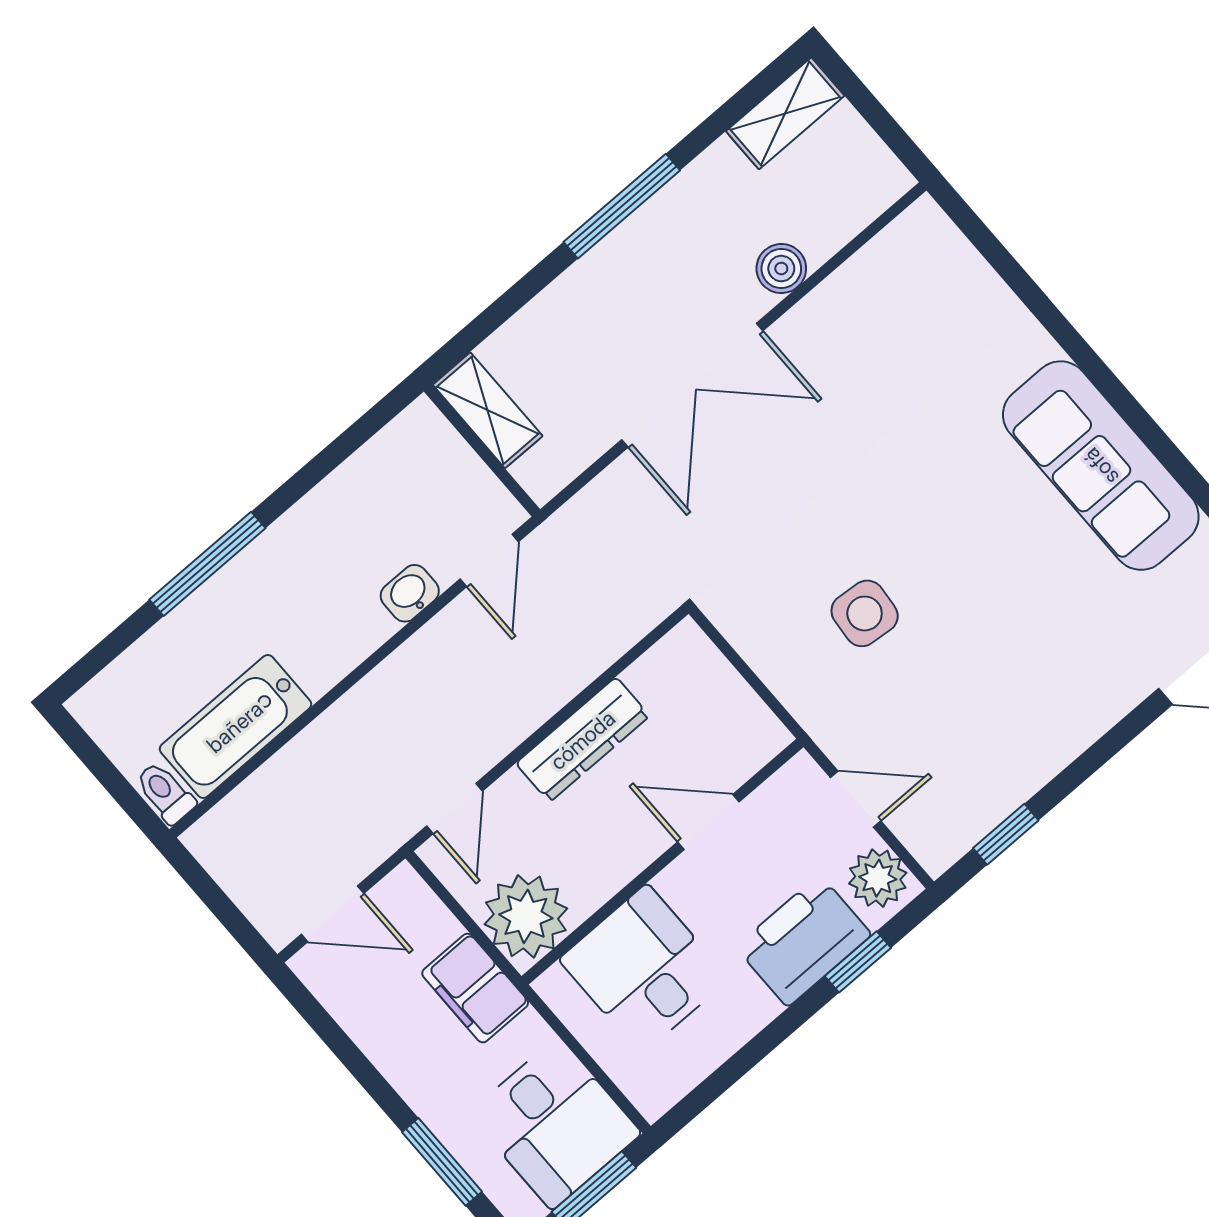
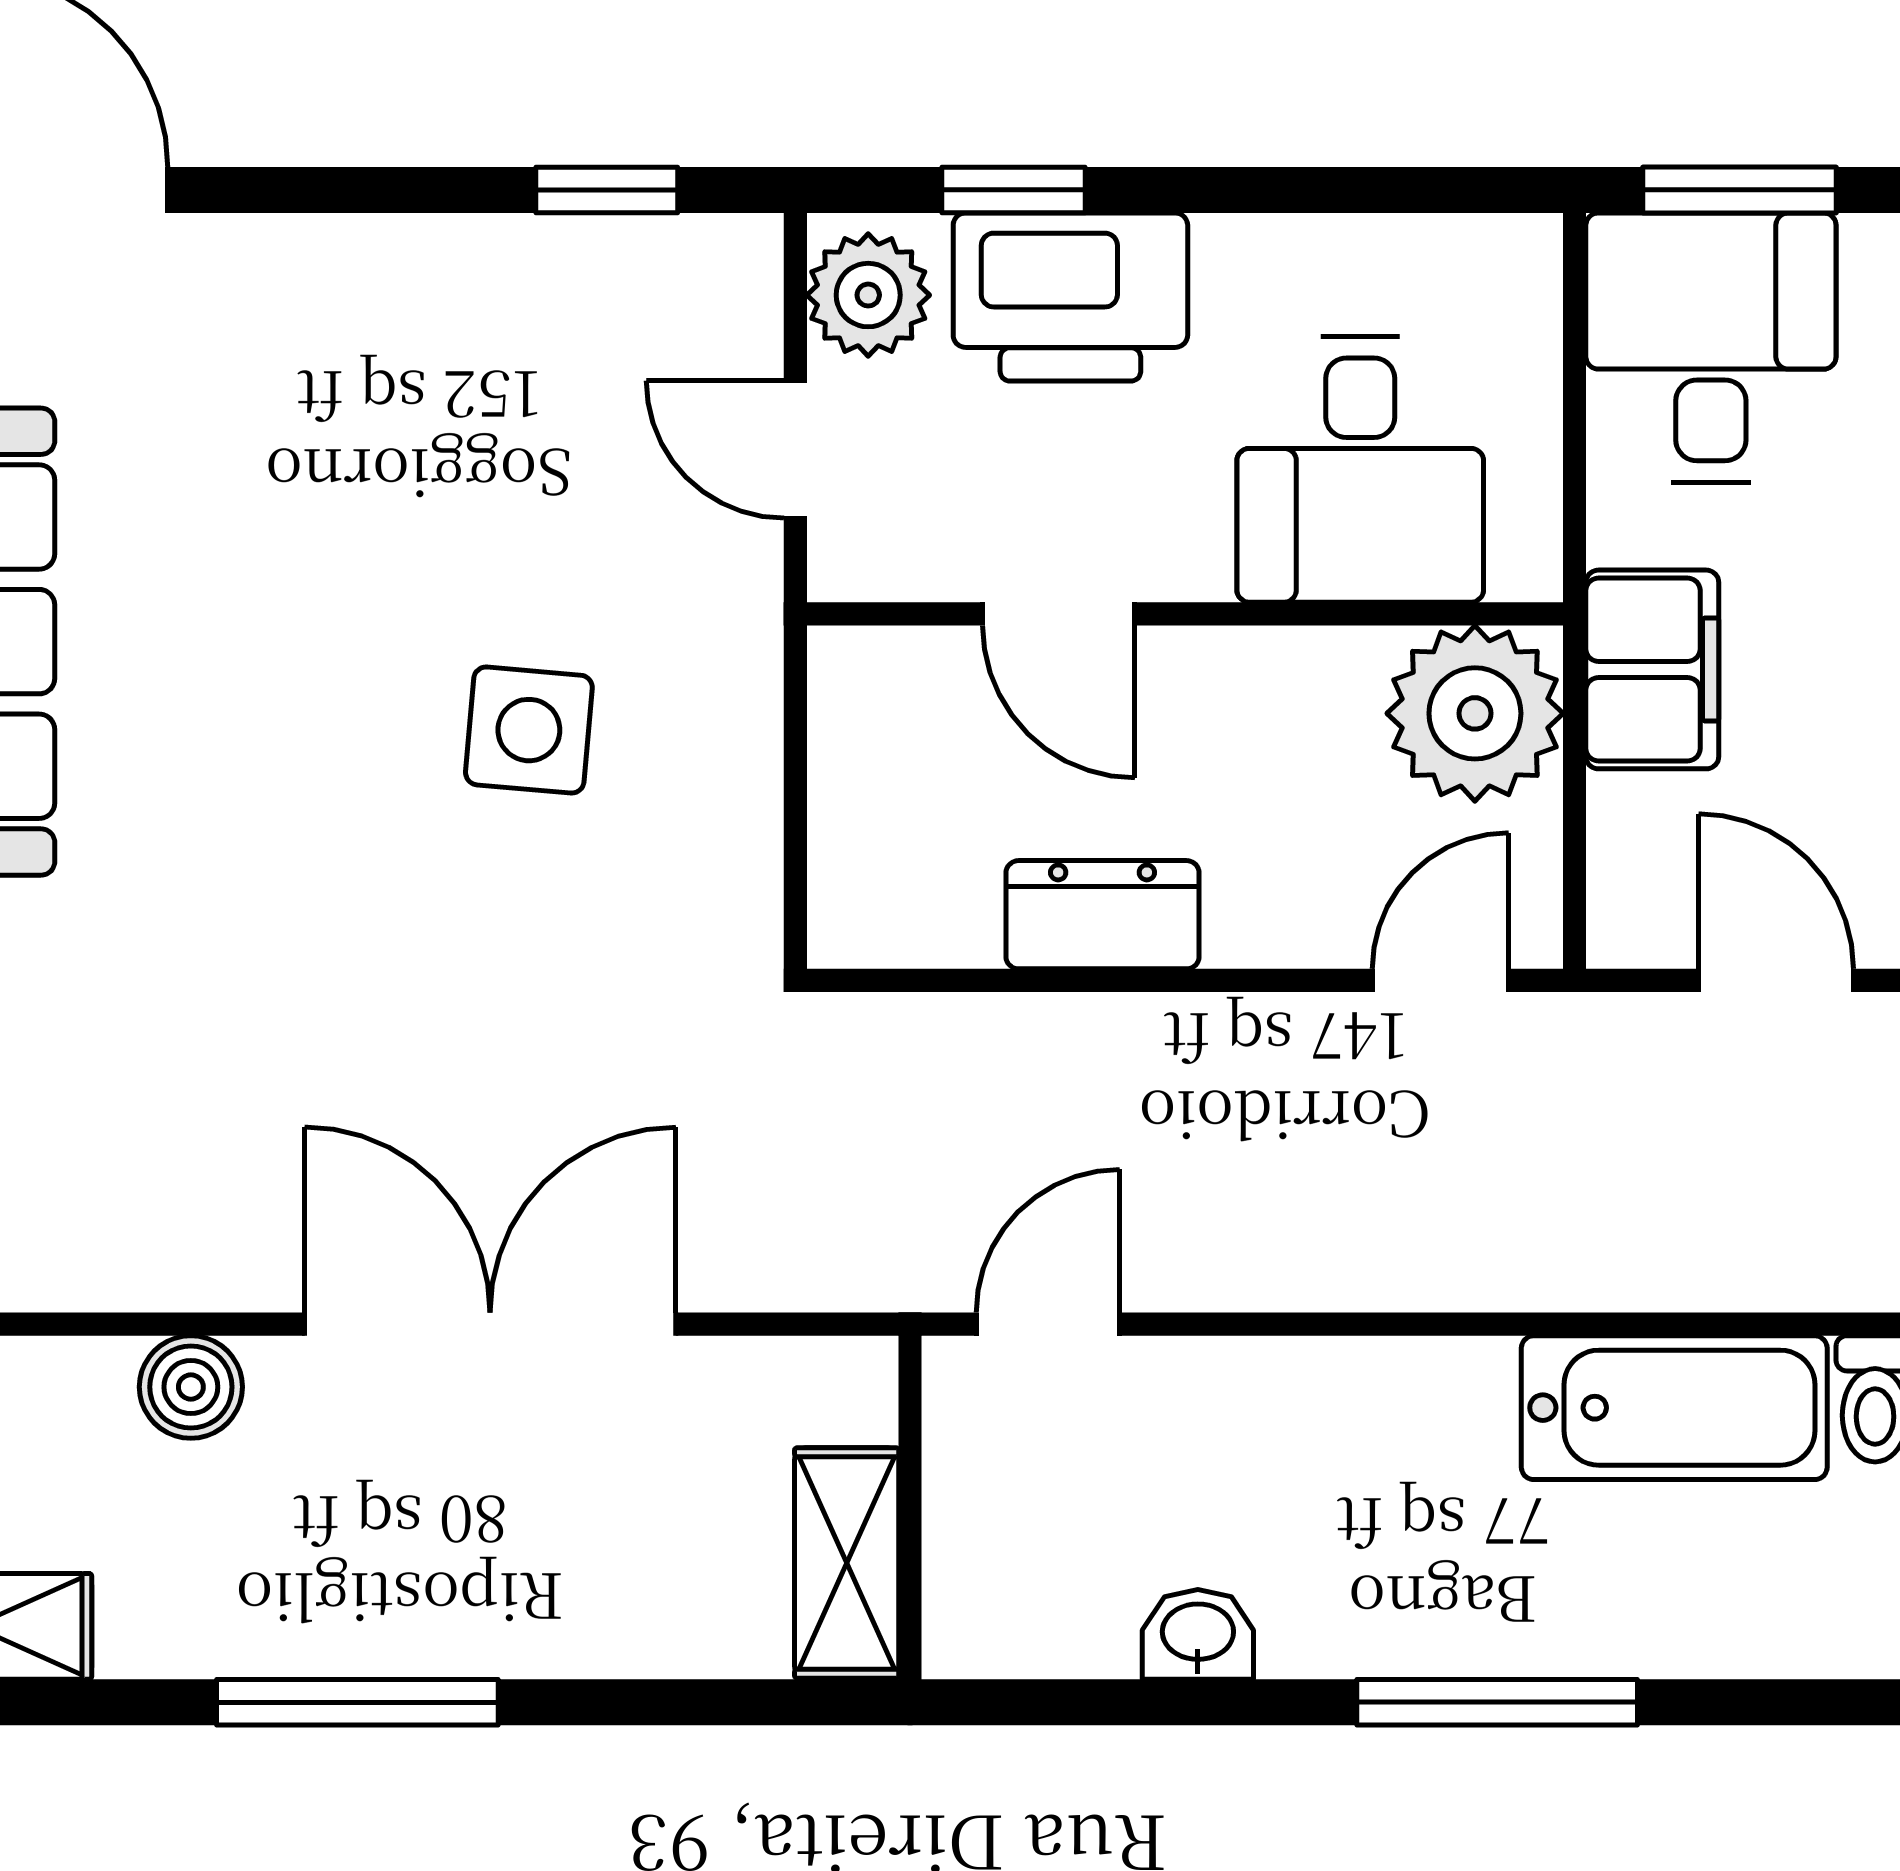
washbasin: (410, 593) -> (1198, 1634), moved, turned 180
dresser: (583, 740) -> (1103, 915), width x0.70

